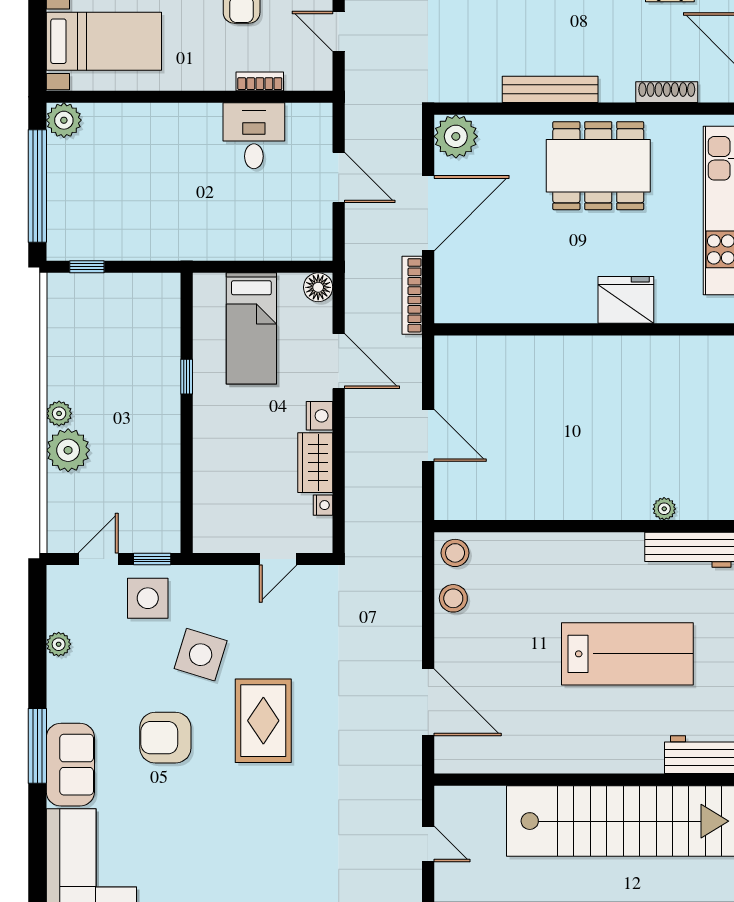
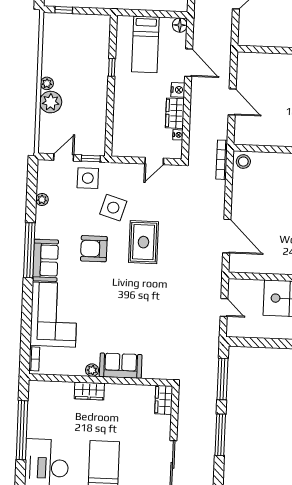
bookcase: (412, 295) -> (222, 160), moved
stool: (453, 598) -> (242, 184), removed
window: (37, 746) -> (29, 250), width x1.46

